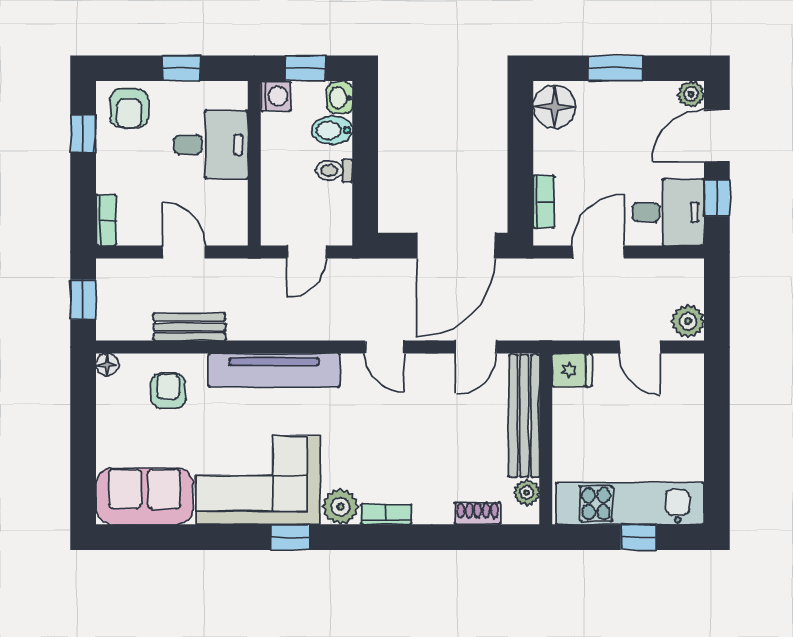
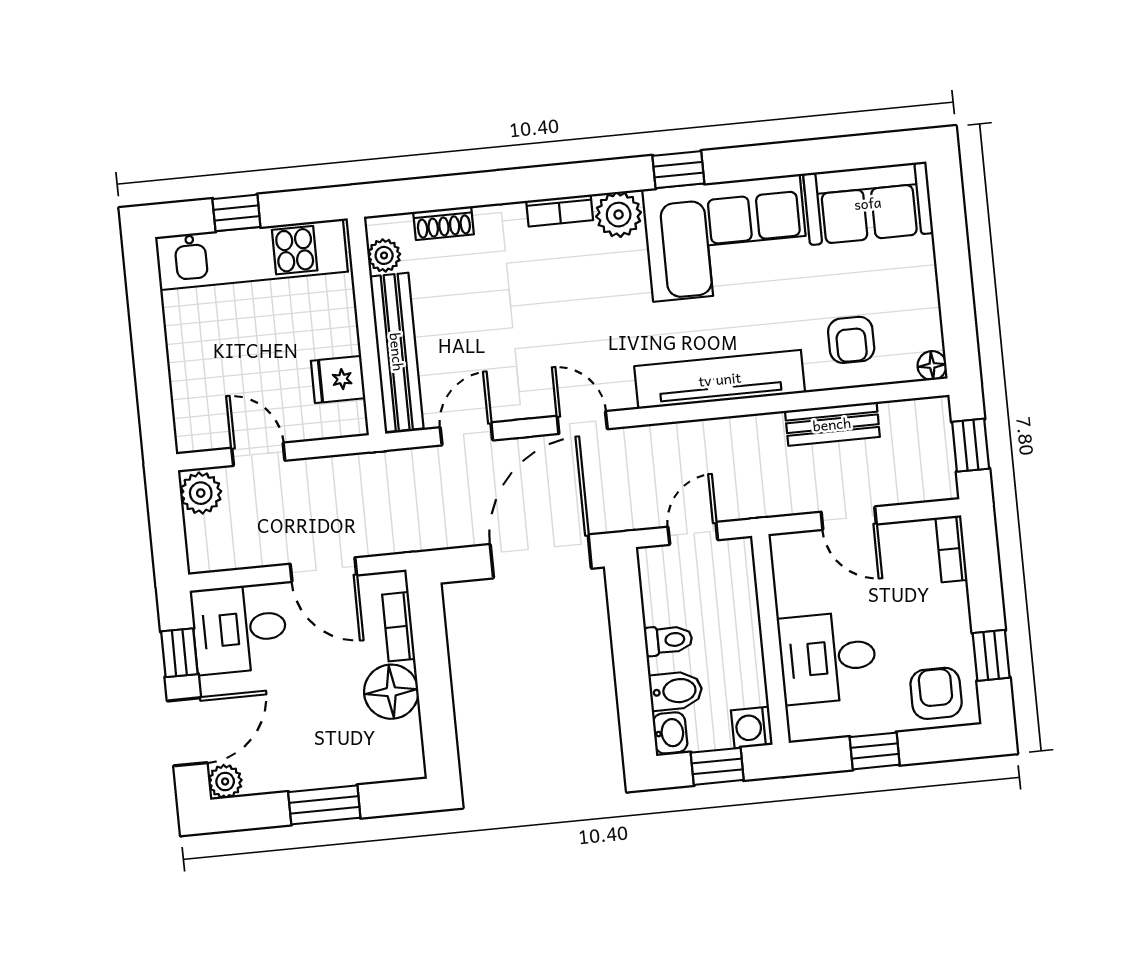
floor lamp: (554, 106) -> (391, 692), moved
door: (456, 246) -> (541, 556), moved
door: (598, 252) -> (323, 570), hinge flipped
fridge: (572, 370) -> (338, 379), moved

